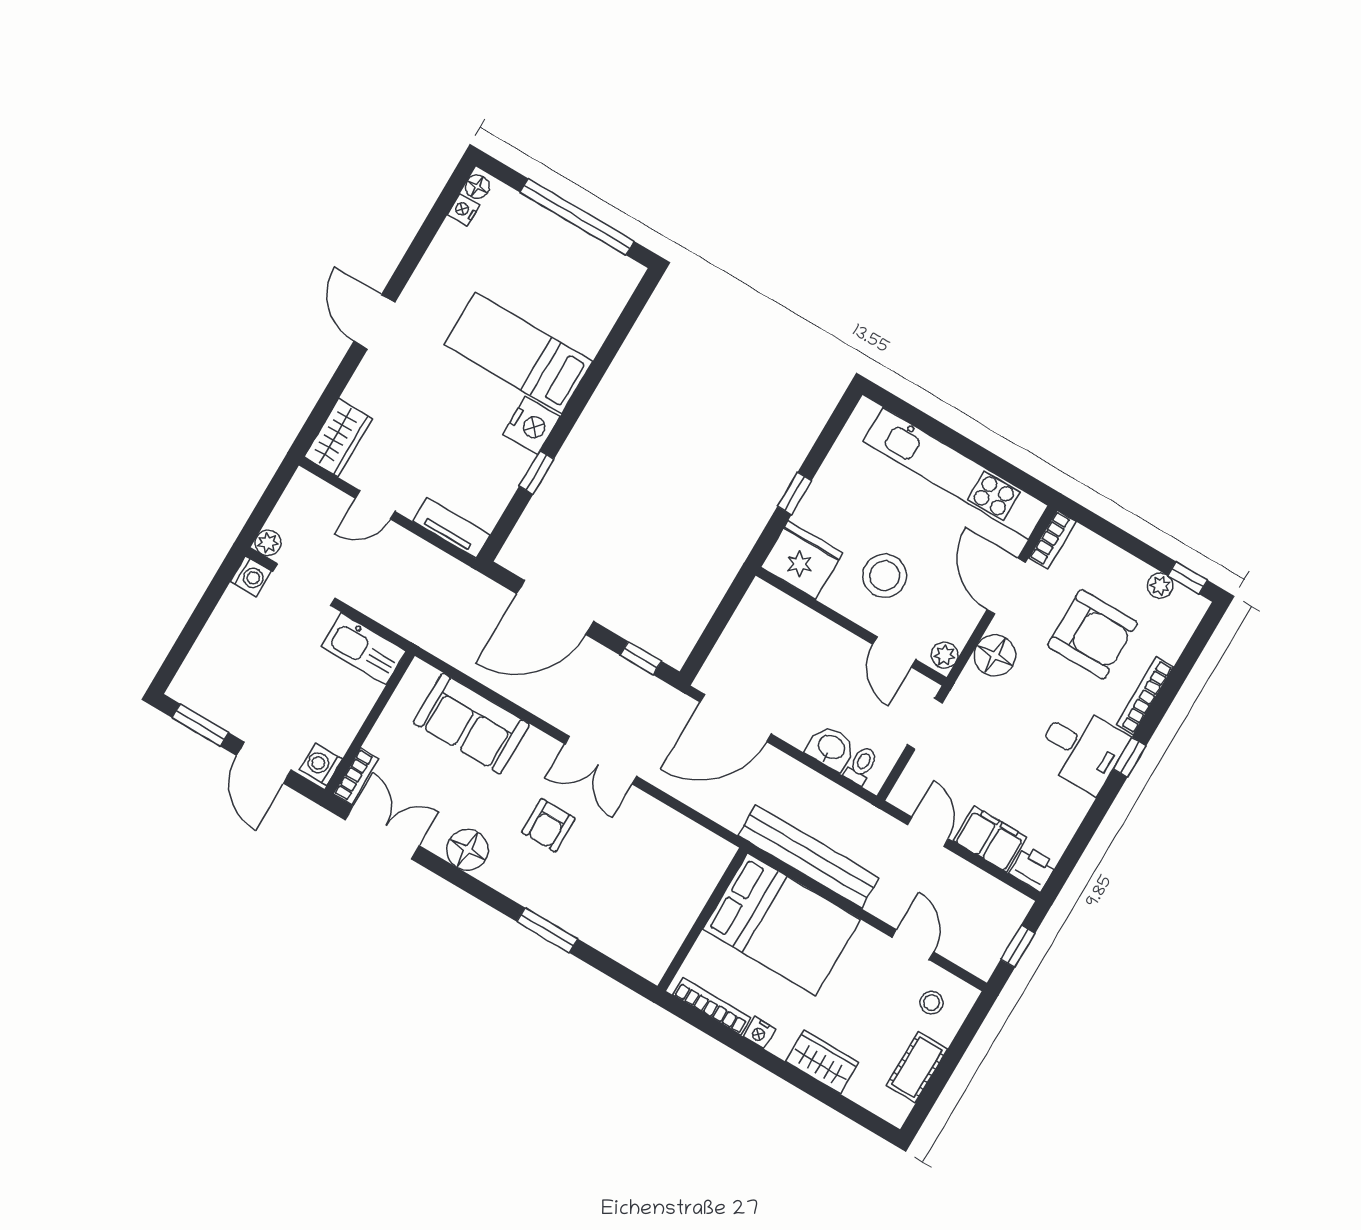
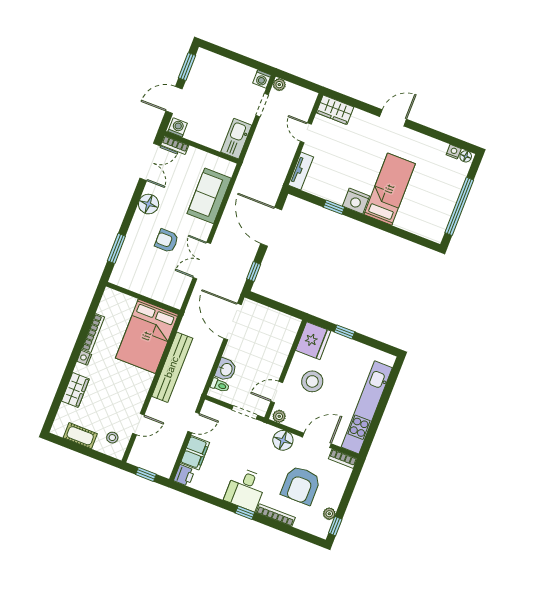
doorway: (304, 585) -> (262, 105), width x0.73
wall: (703, 919) -> (143, 298), moved
bed: (782, 924) -> (147, 336), moved

